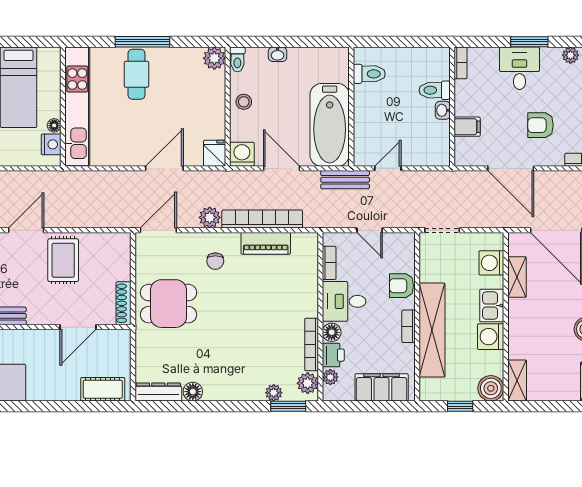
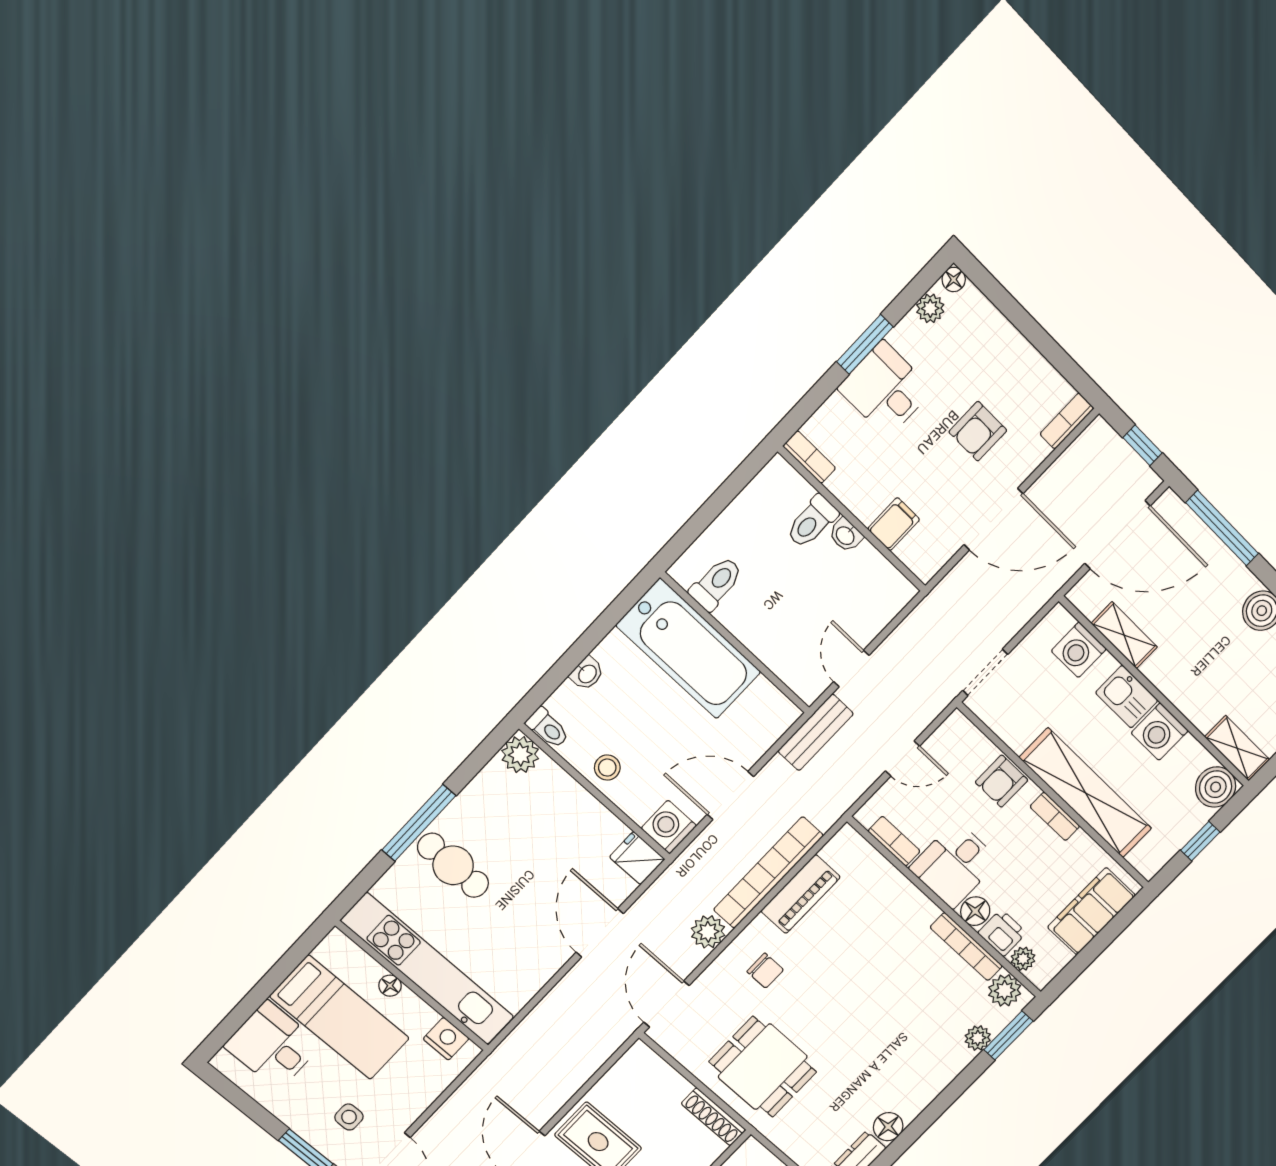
floor lamp: (54, 125) -> (390, 986), moved
bathtub: (330, 125) -> (689, 649), moved
dining table: (168, 304) -> (763, 1067), turned 90

